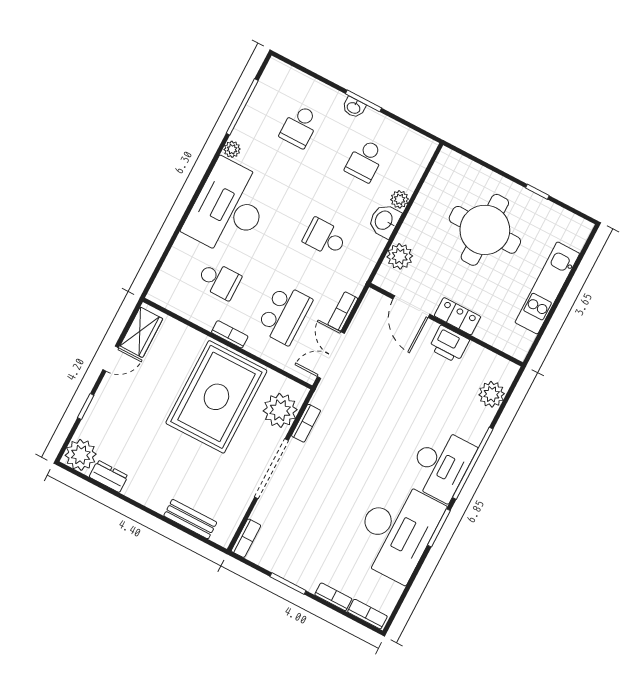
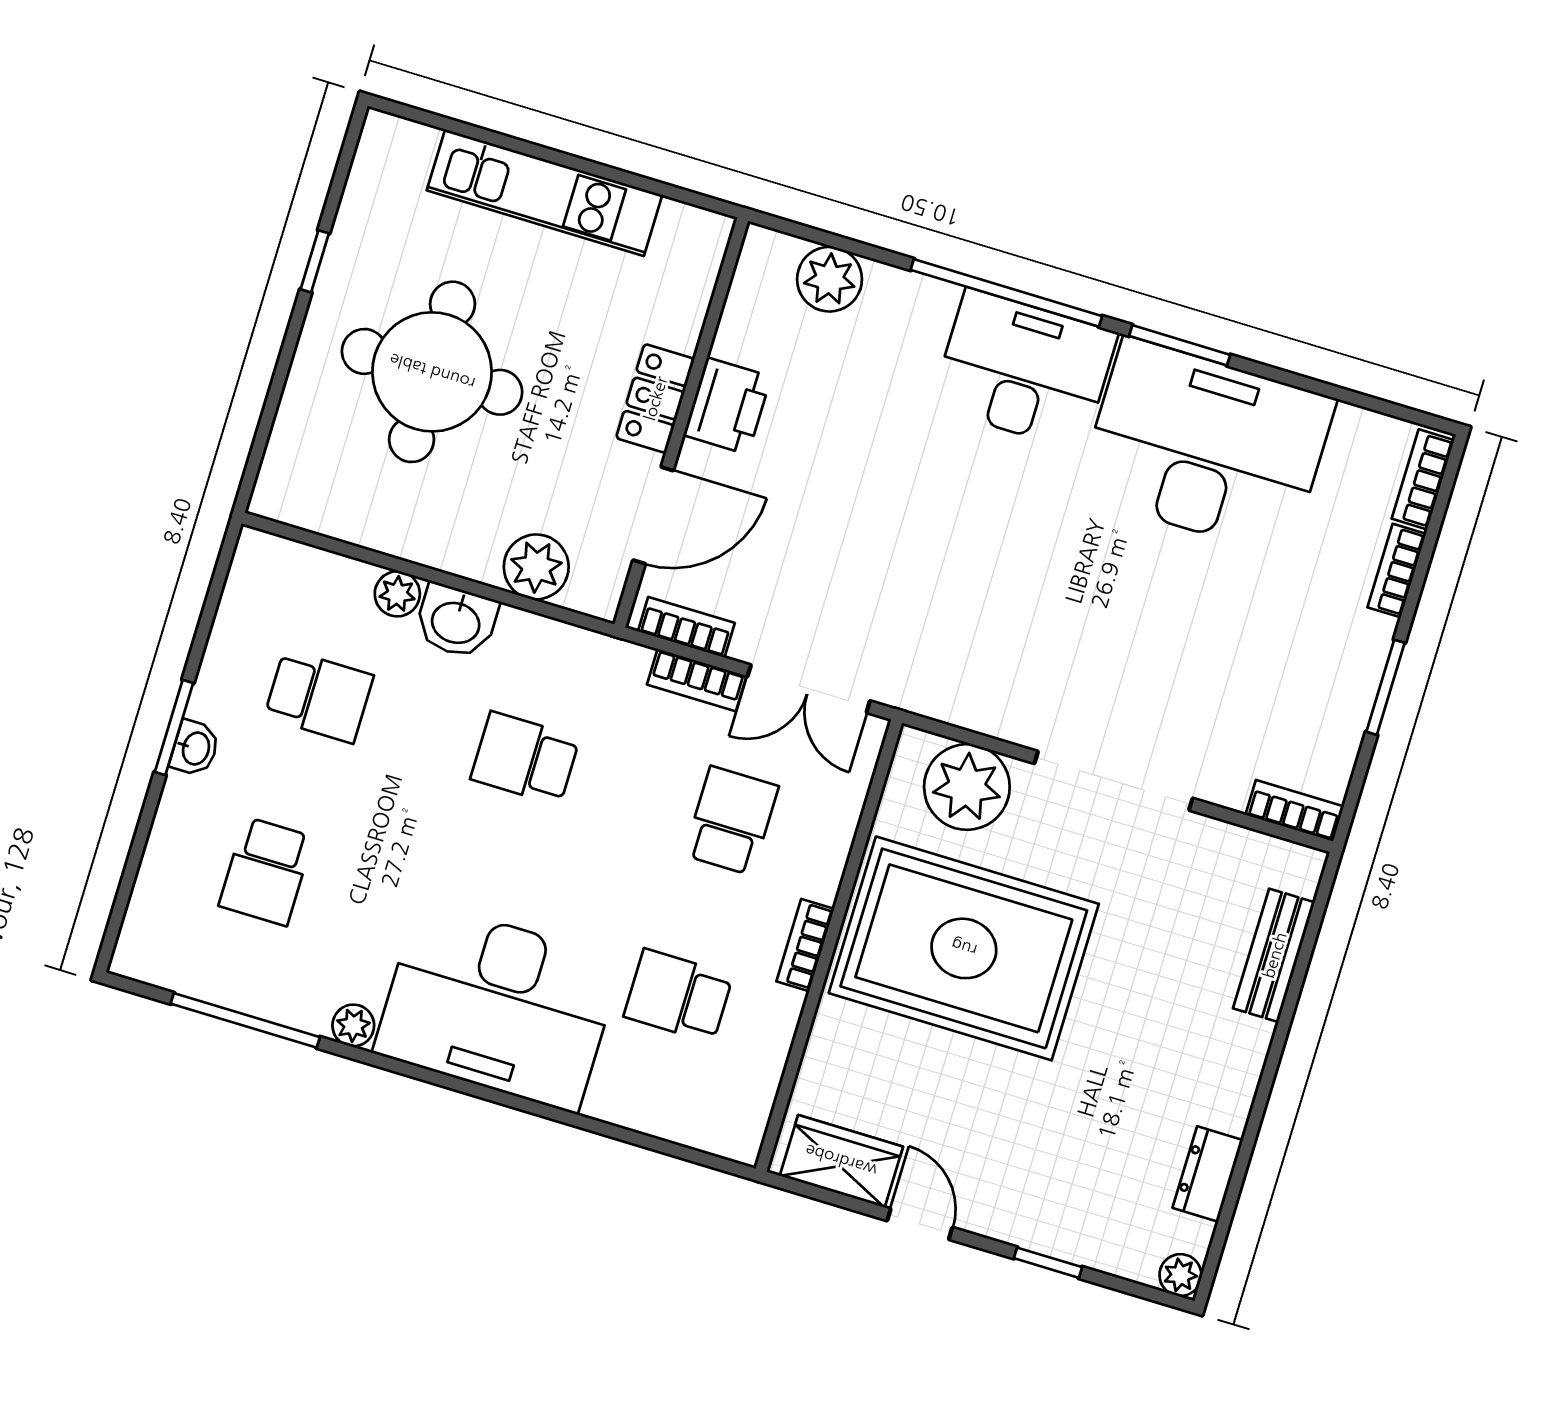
school desk: (300, 126) -> (266, 871), turned 90
school desk: (325, 237) -> (525, 758), turned 90
school desk: (219, 280) -> (678, 996), turned -90
school desk: (285, 314) -> (731, 821), width x0.54
bookcase: (306, 423) -> (686, 627), moved
plant: (81, 455) -> (1180, 1275), width x0.53, depth x0.53

